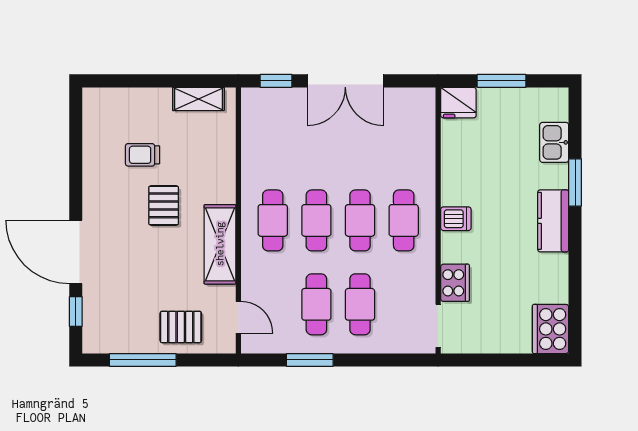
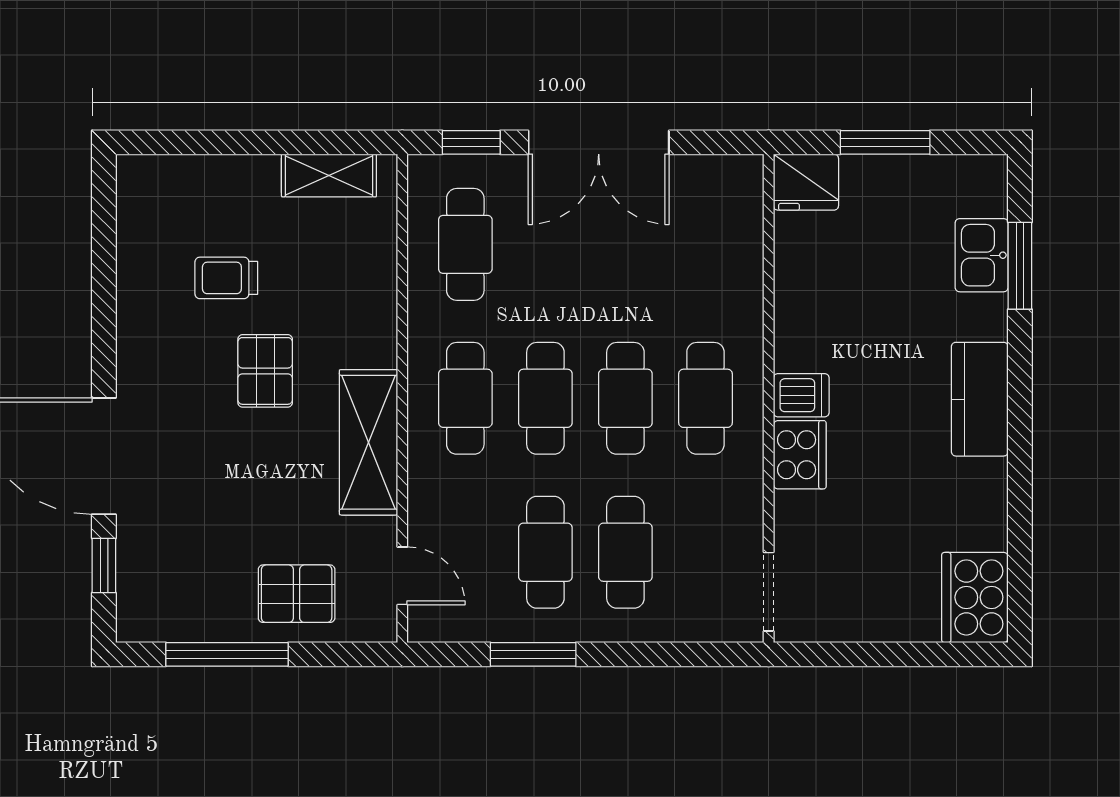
cafe table: (273, 137) -> (465, 244), added
window: (575, 182) -> (1020, 266), moved
cooker: (455, 283) -> (800, 455), moved

